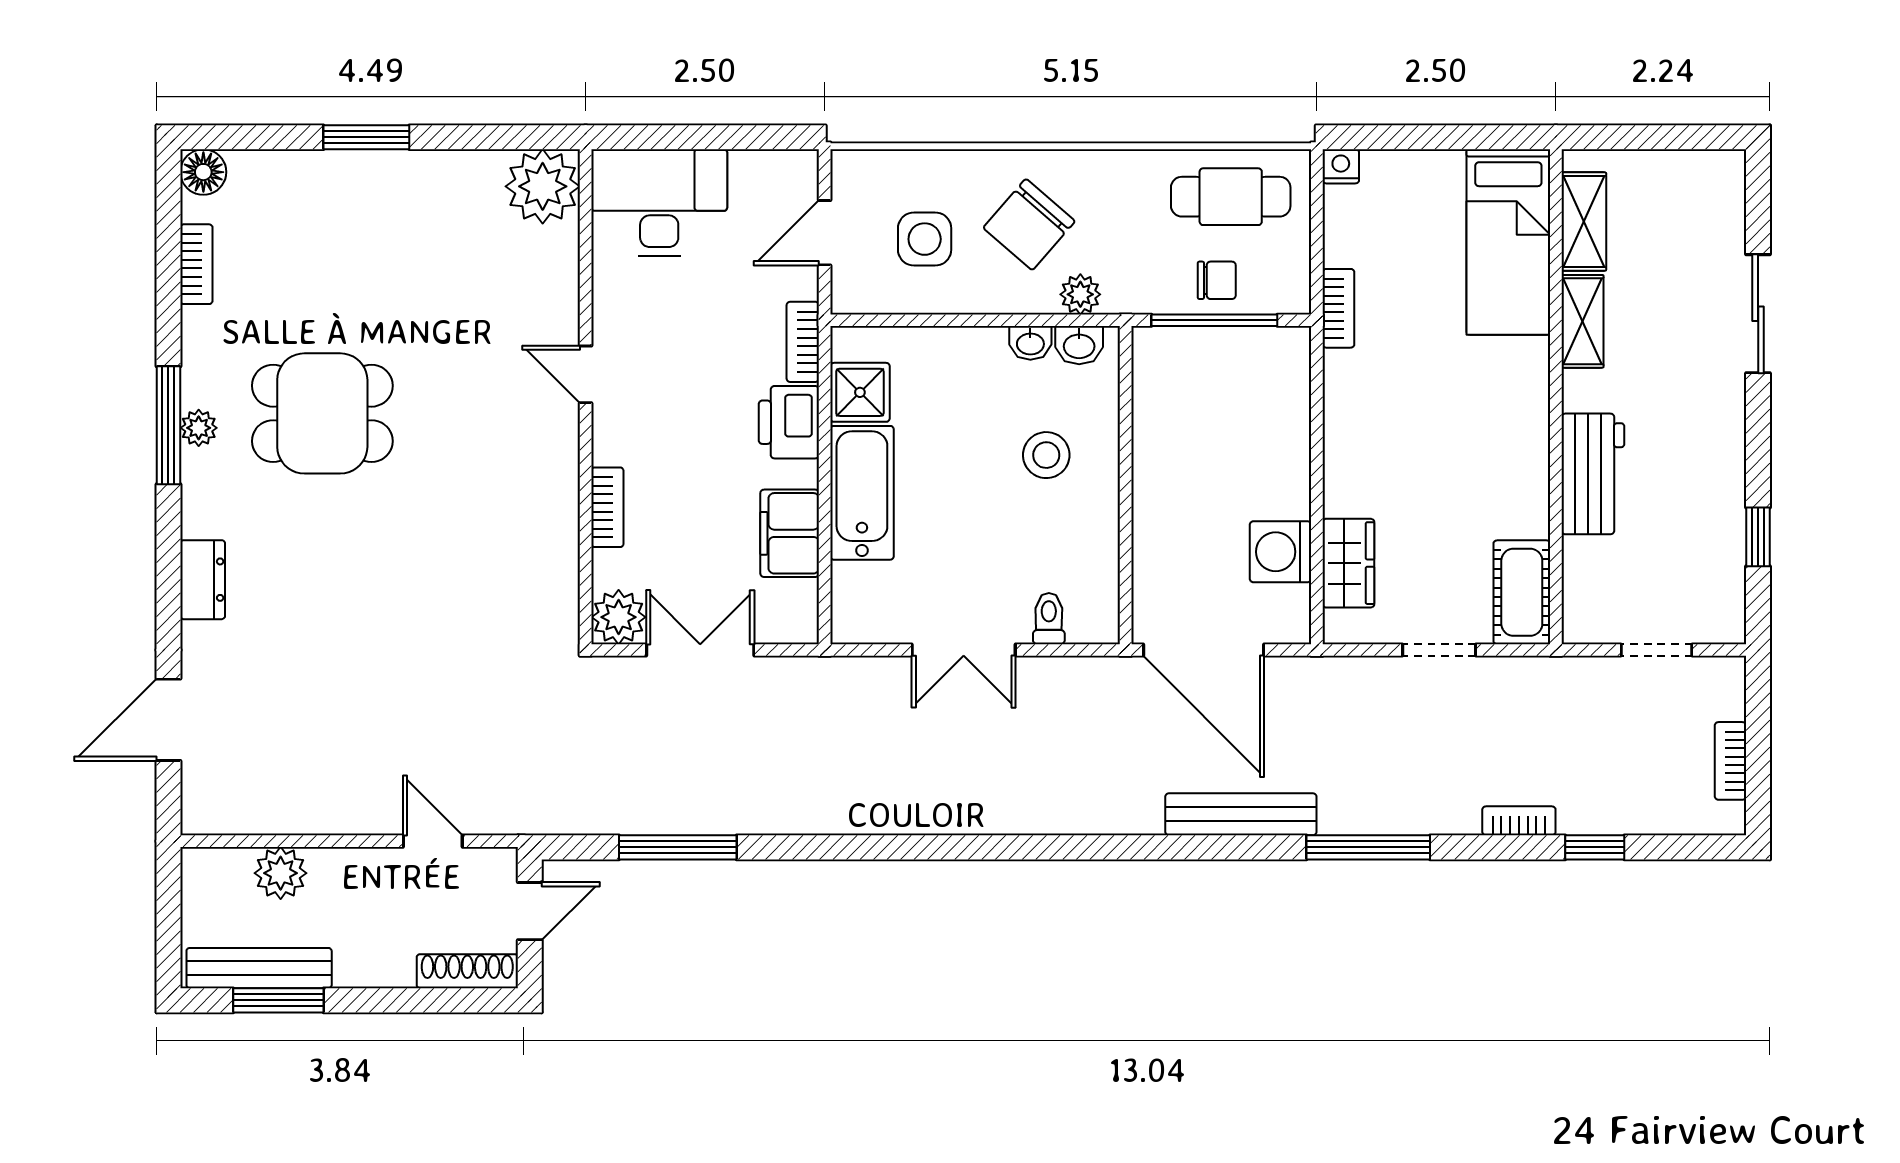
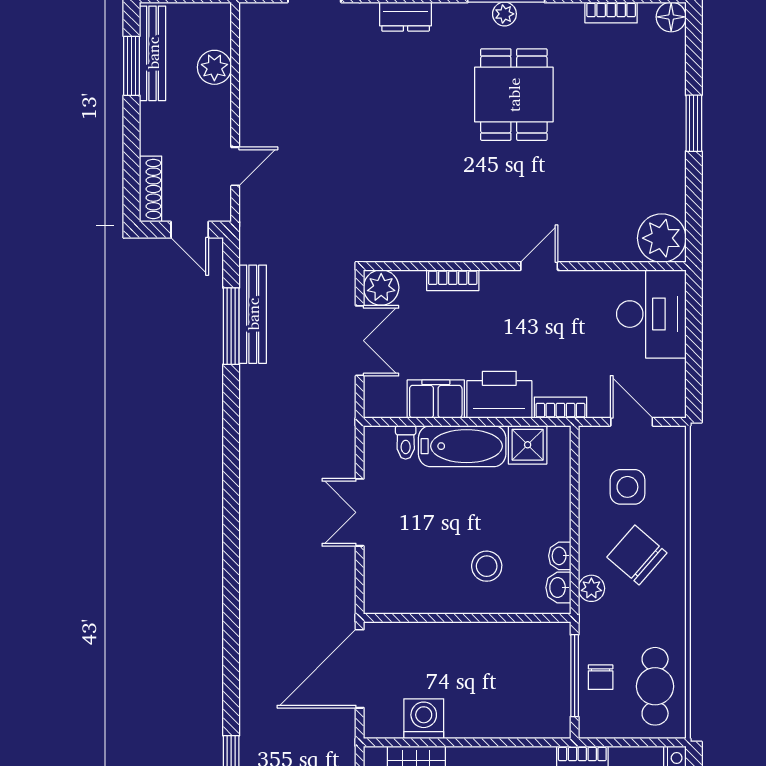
printer: (789, 422) -> (499, 395), width x1.37, depth x1.19
toilet: (1049, 619) -> (406, 442), moved, turned 90
bench: (1241, 814) -> (253, 314), moved

